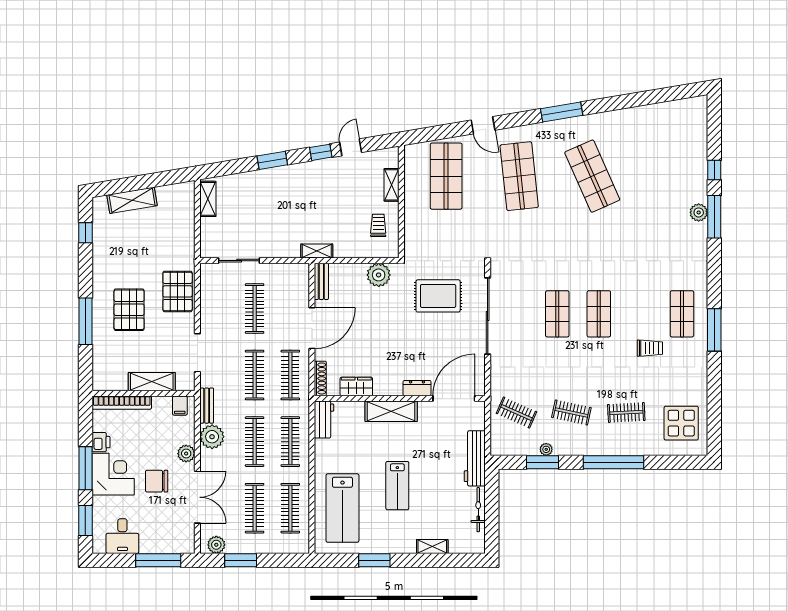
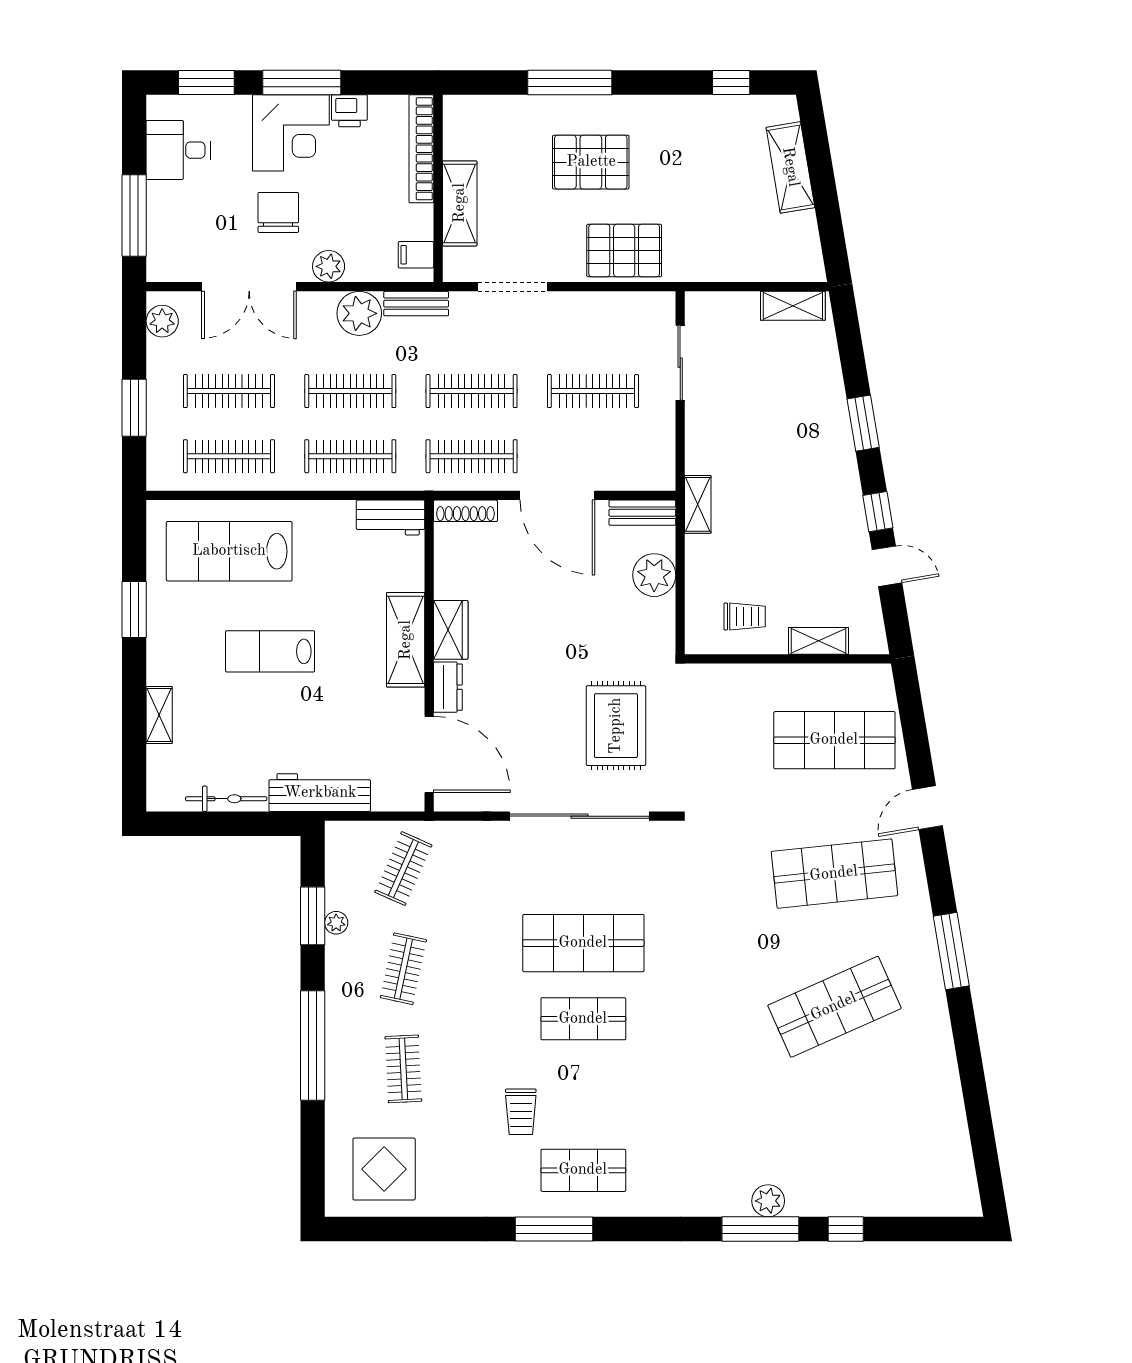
plant: (379, 275) -> (654, 575), moved
shop shelf: (557, 314) -> (583, 943), width x1.43, depth x1.36
wardrobe: (356, 387) -> (451, 630), moved
window: (241, 560) -> (134, 408), moved

